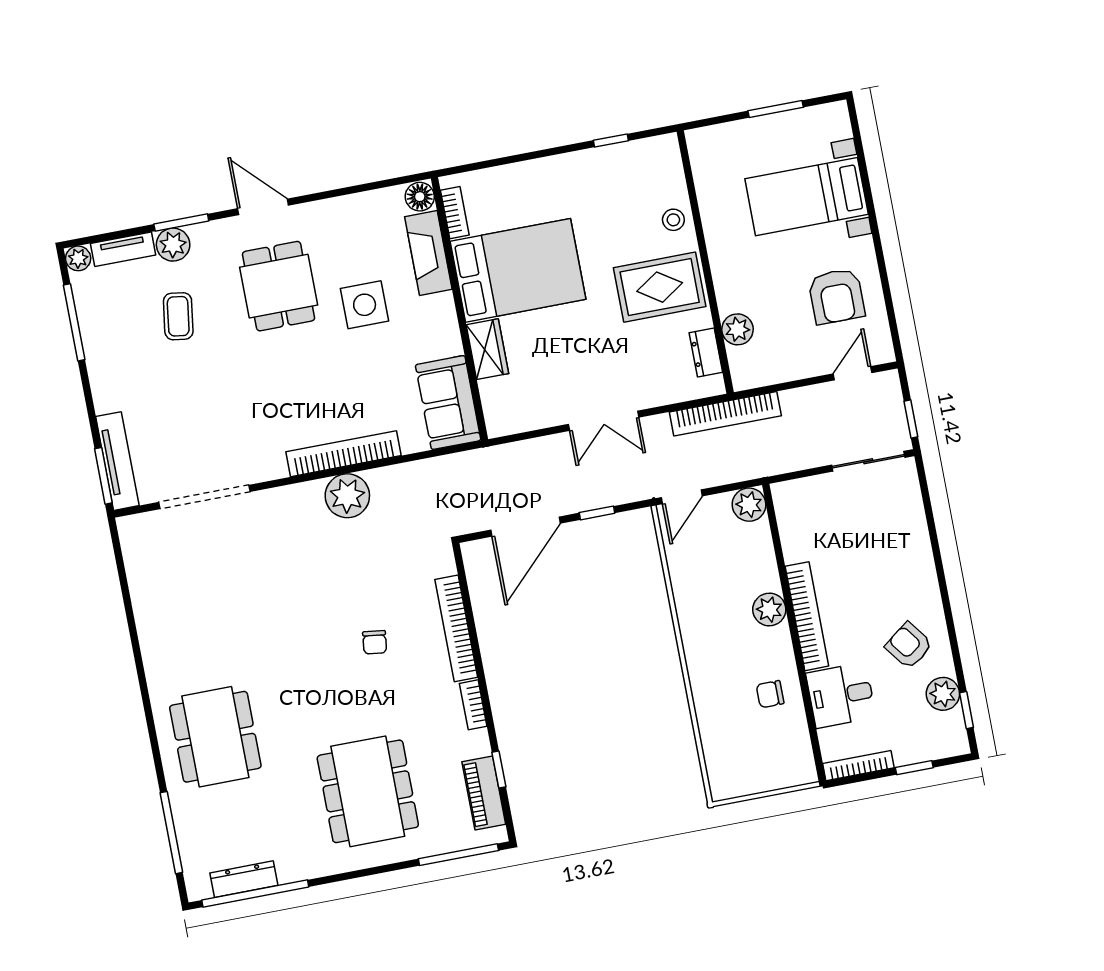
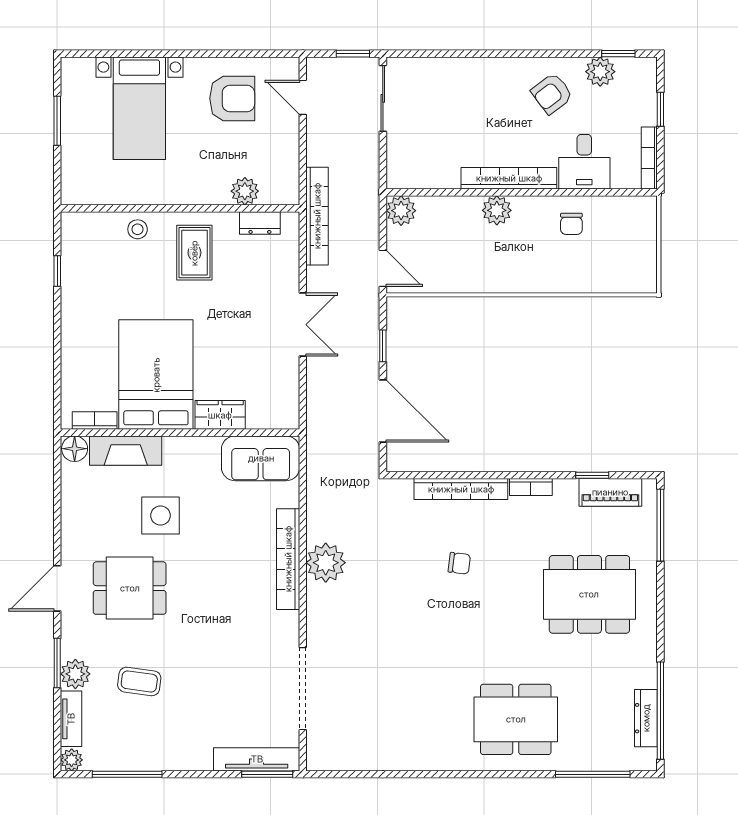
rug: (660, 287) -> (194, 253), width x0.73, depth x0.70

